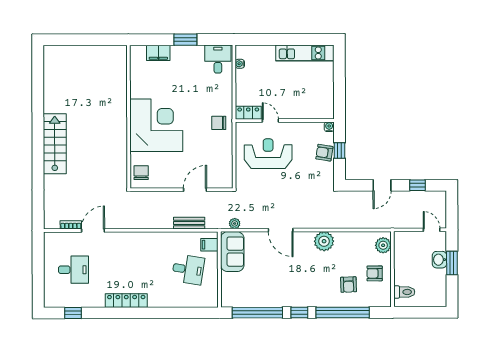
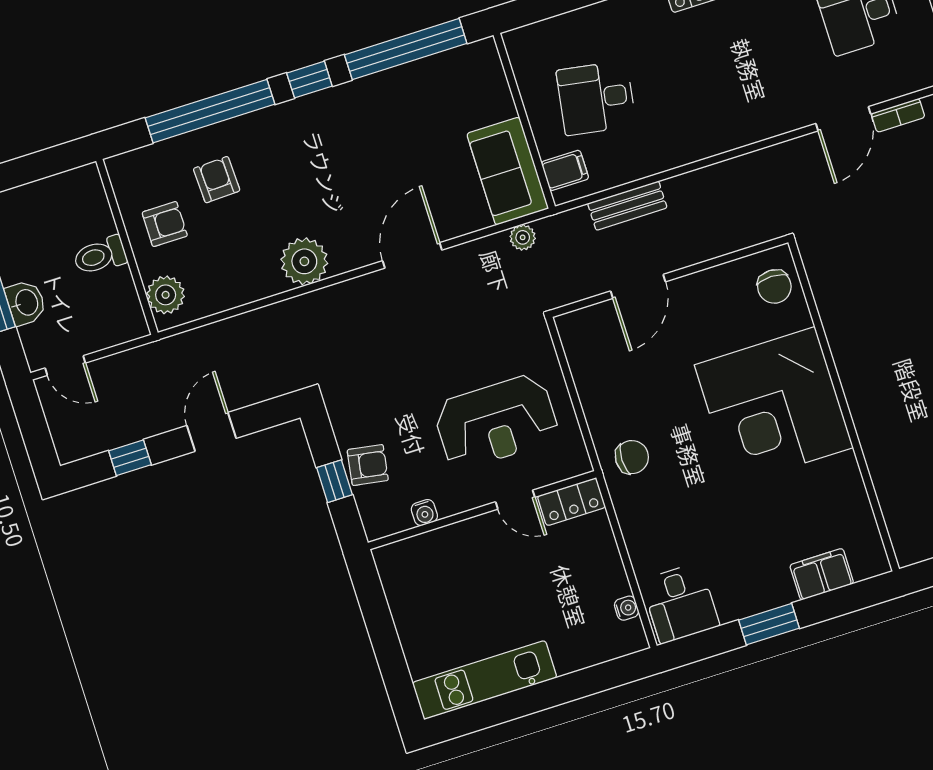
water cooler: (329, 127) -> (424, 513), moved
door: (281, 230) -> (412, 255), hinge flipped
toilet: (404, 292) -> (100, 256), moved

